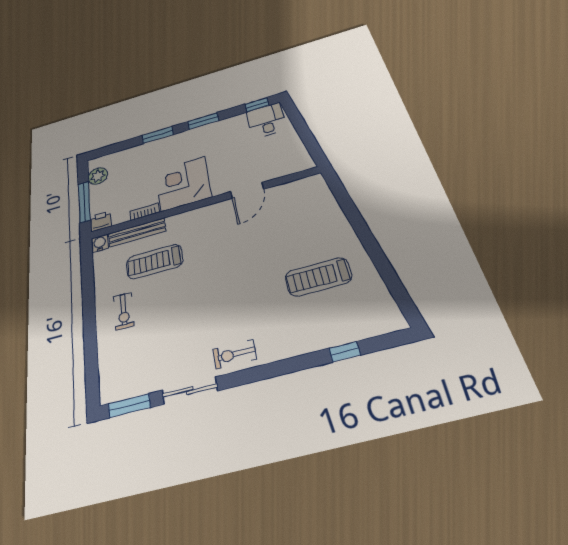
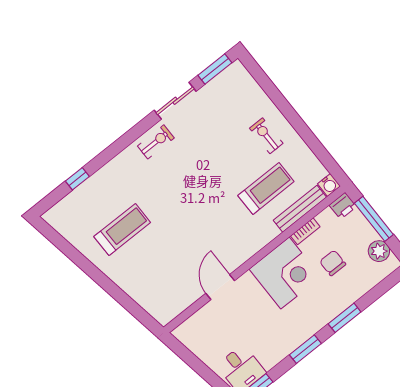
chair: (139, 179) -> (333, 263), added

